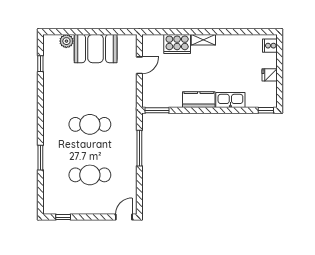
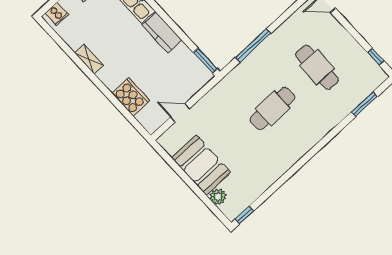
shelving: (203, 40) -> (89, 59), moved
window: (40, 64) -> (244, 215), moved
cafe table: (90, 124) -> (272, 108), turned 90
window: (40, 158) -> (364, 104), moved

